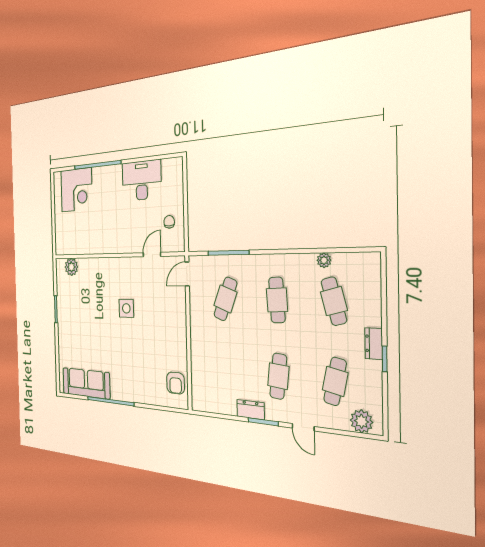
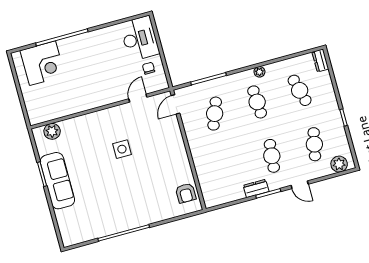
desk: (142, 180) -> (140, 38), moved, turned 90
plant: (324, 260) -> (259, 72), moved
dresser: (374, 344) -> (320, 60), moved
sofa: (86, 383) -> (57, 181), moved, turned 90

